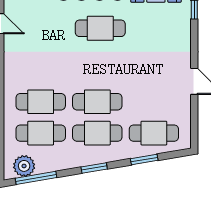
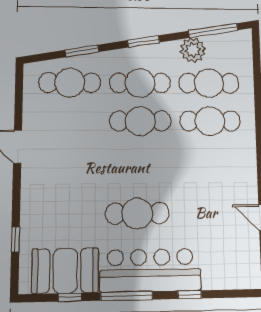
plant: (24, 166) -> (193, 50), moved

